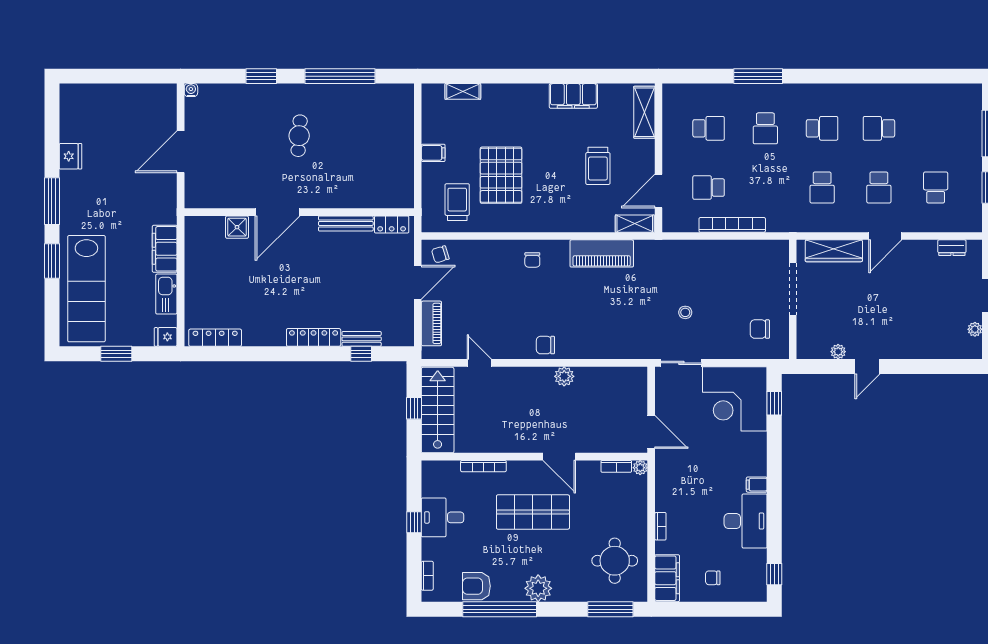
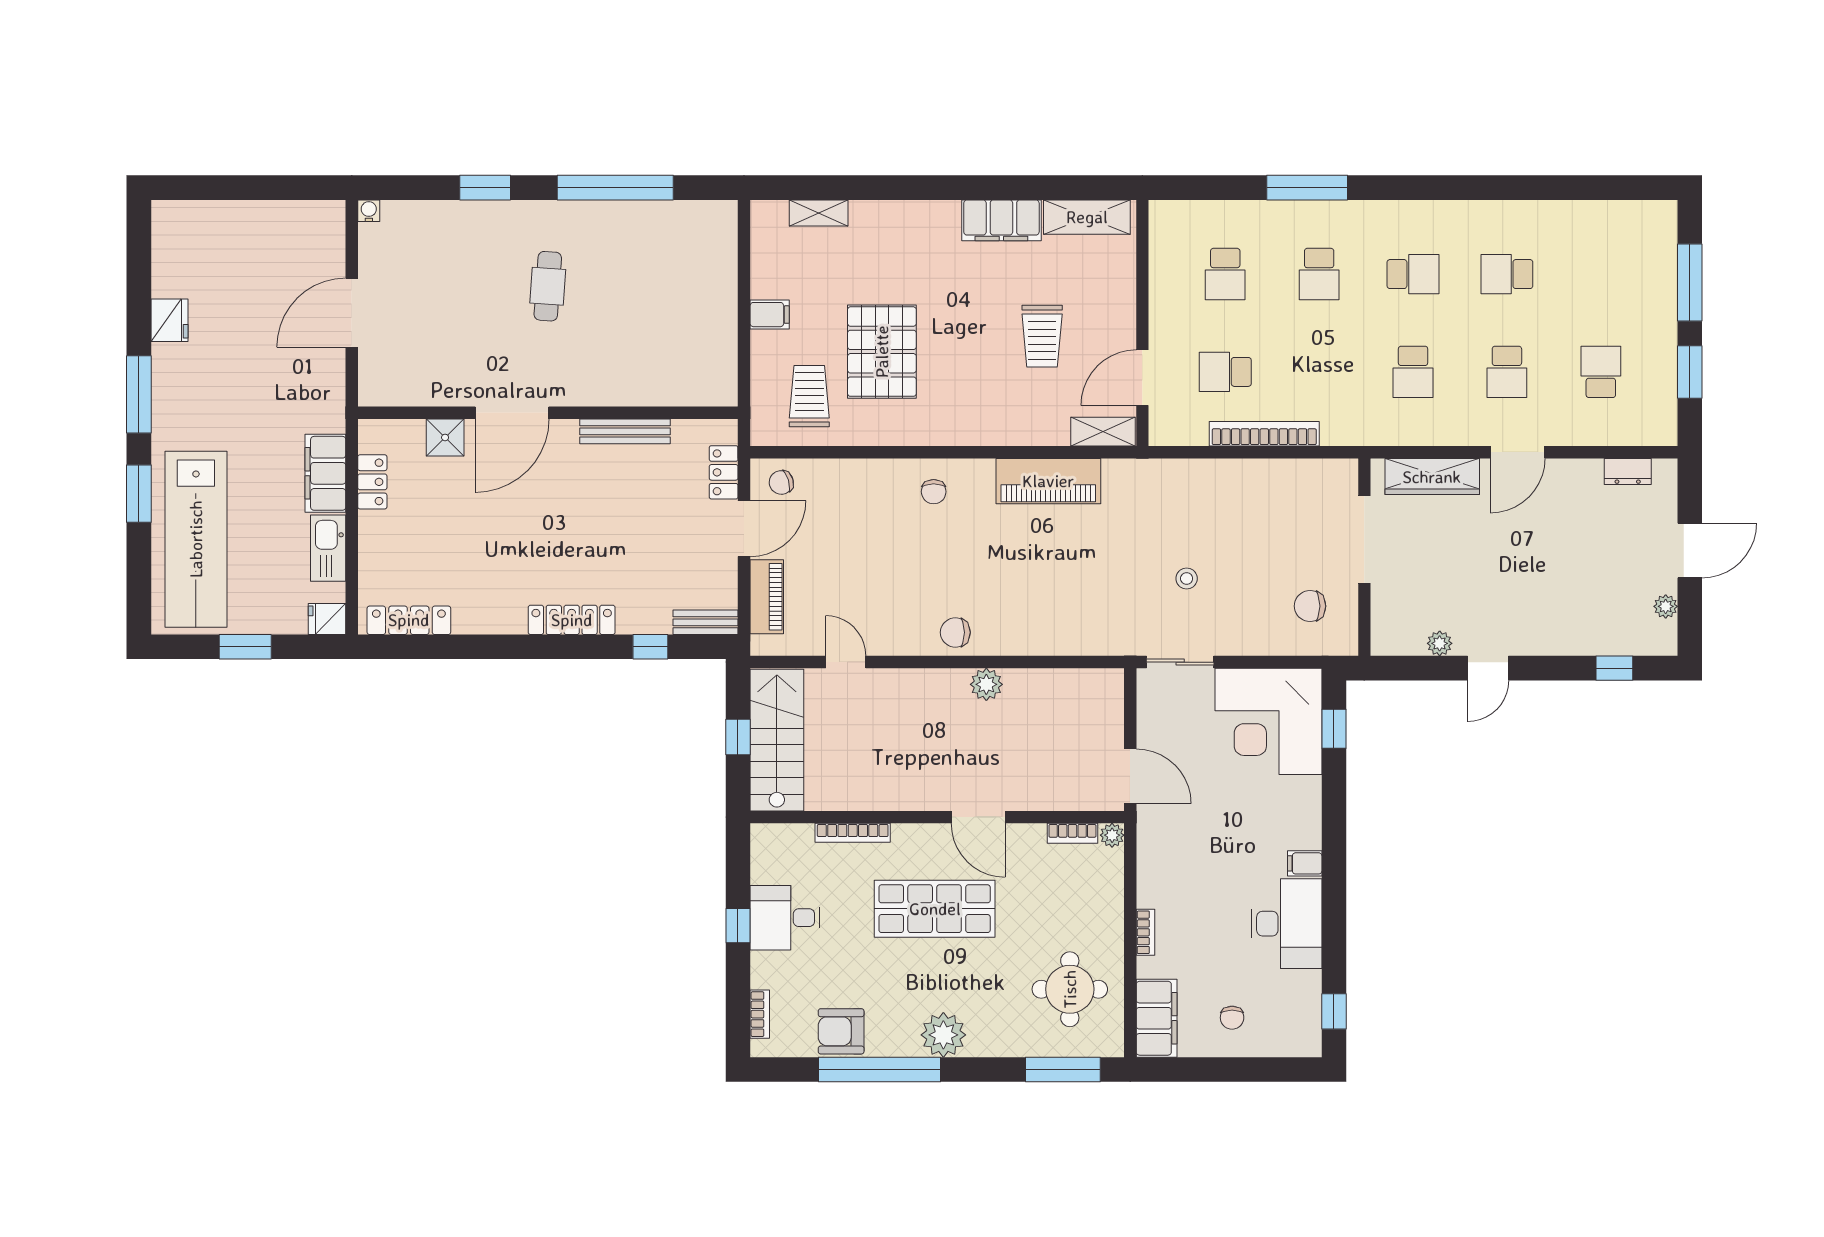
shelving: (644, 112) -> (1087, 217), moved, turned 90
school desk: (709, 128) -> (1225, 274), turned 90
locker: (392, 224) -> (724, 472), moved, turned 90
locker: (193, 254) -> (372, 482), added
bench: (362, 339) -> (706, 622), moved
window: (944, 367) -> (1614, 668), added
chair: (713, 578) -> (1232, 1018), turned -90

